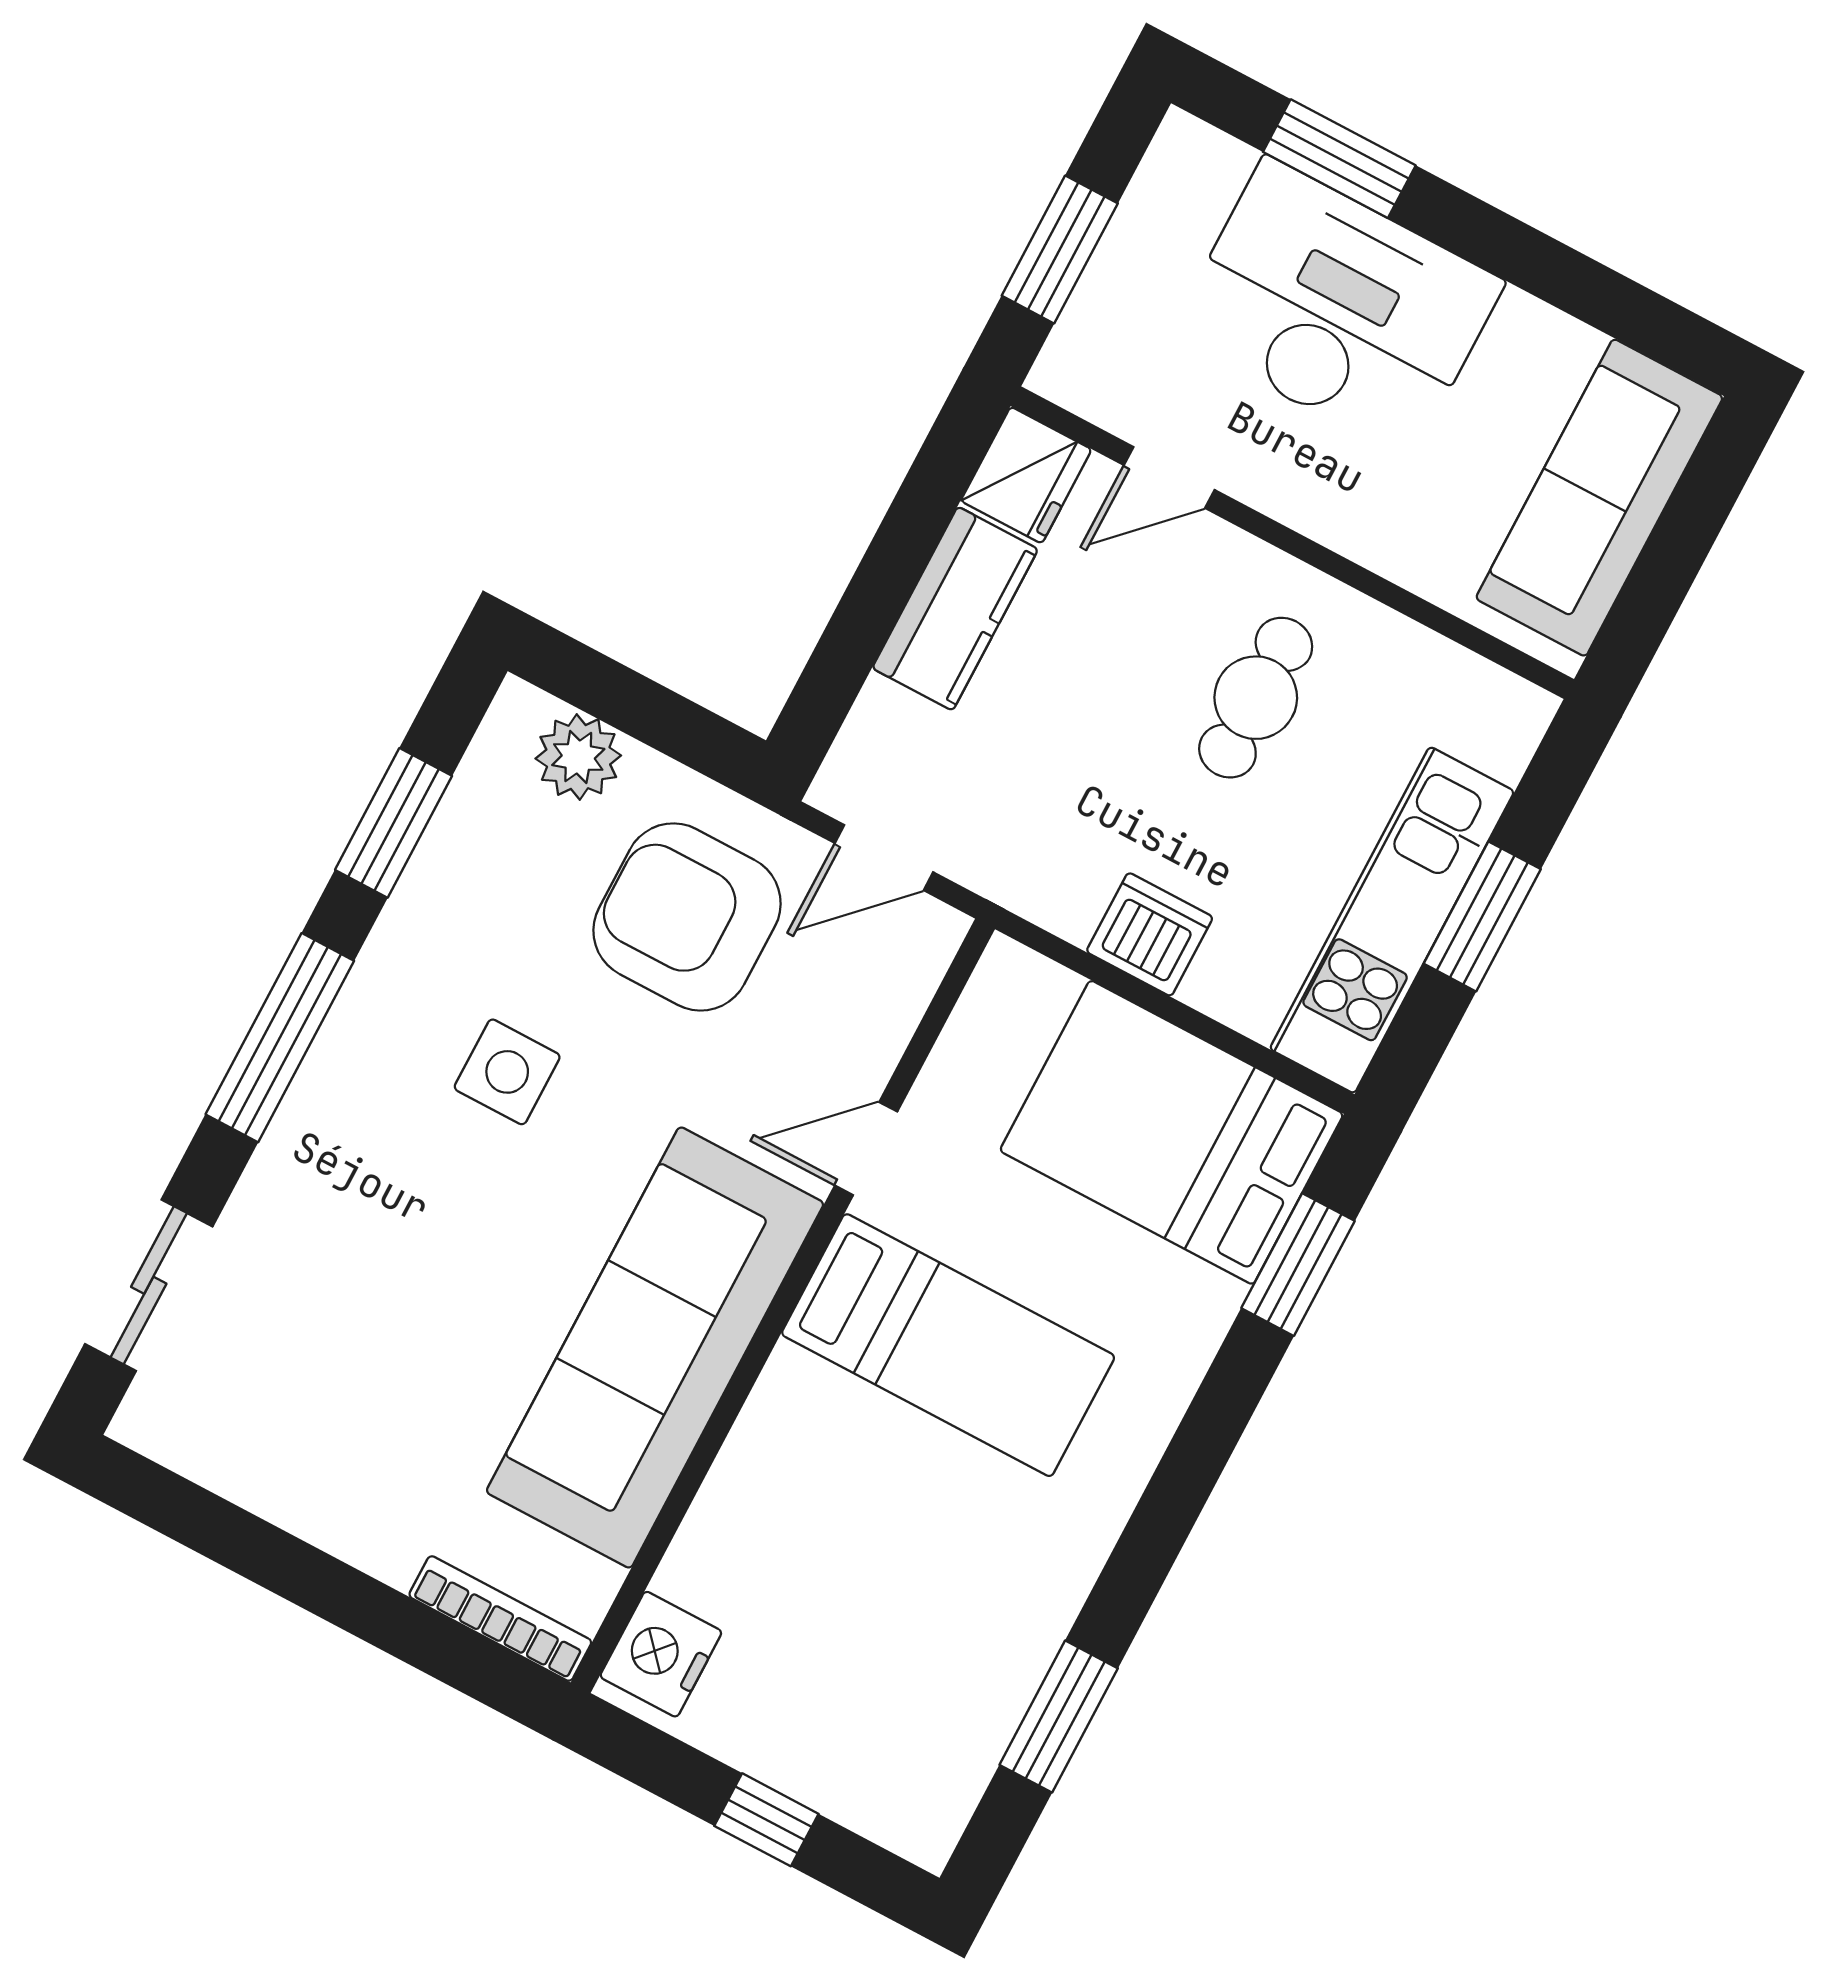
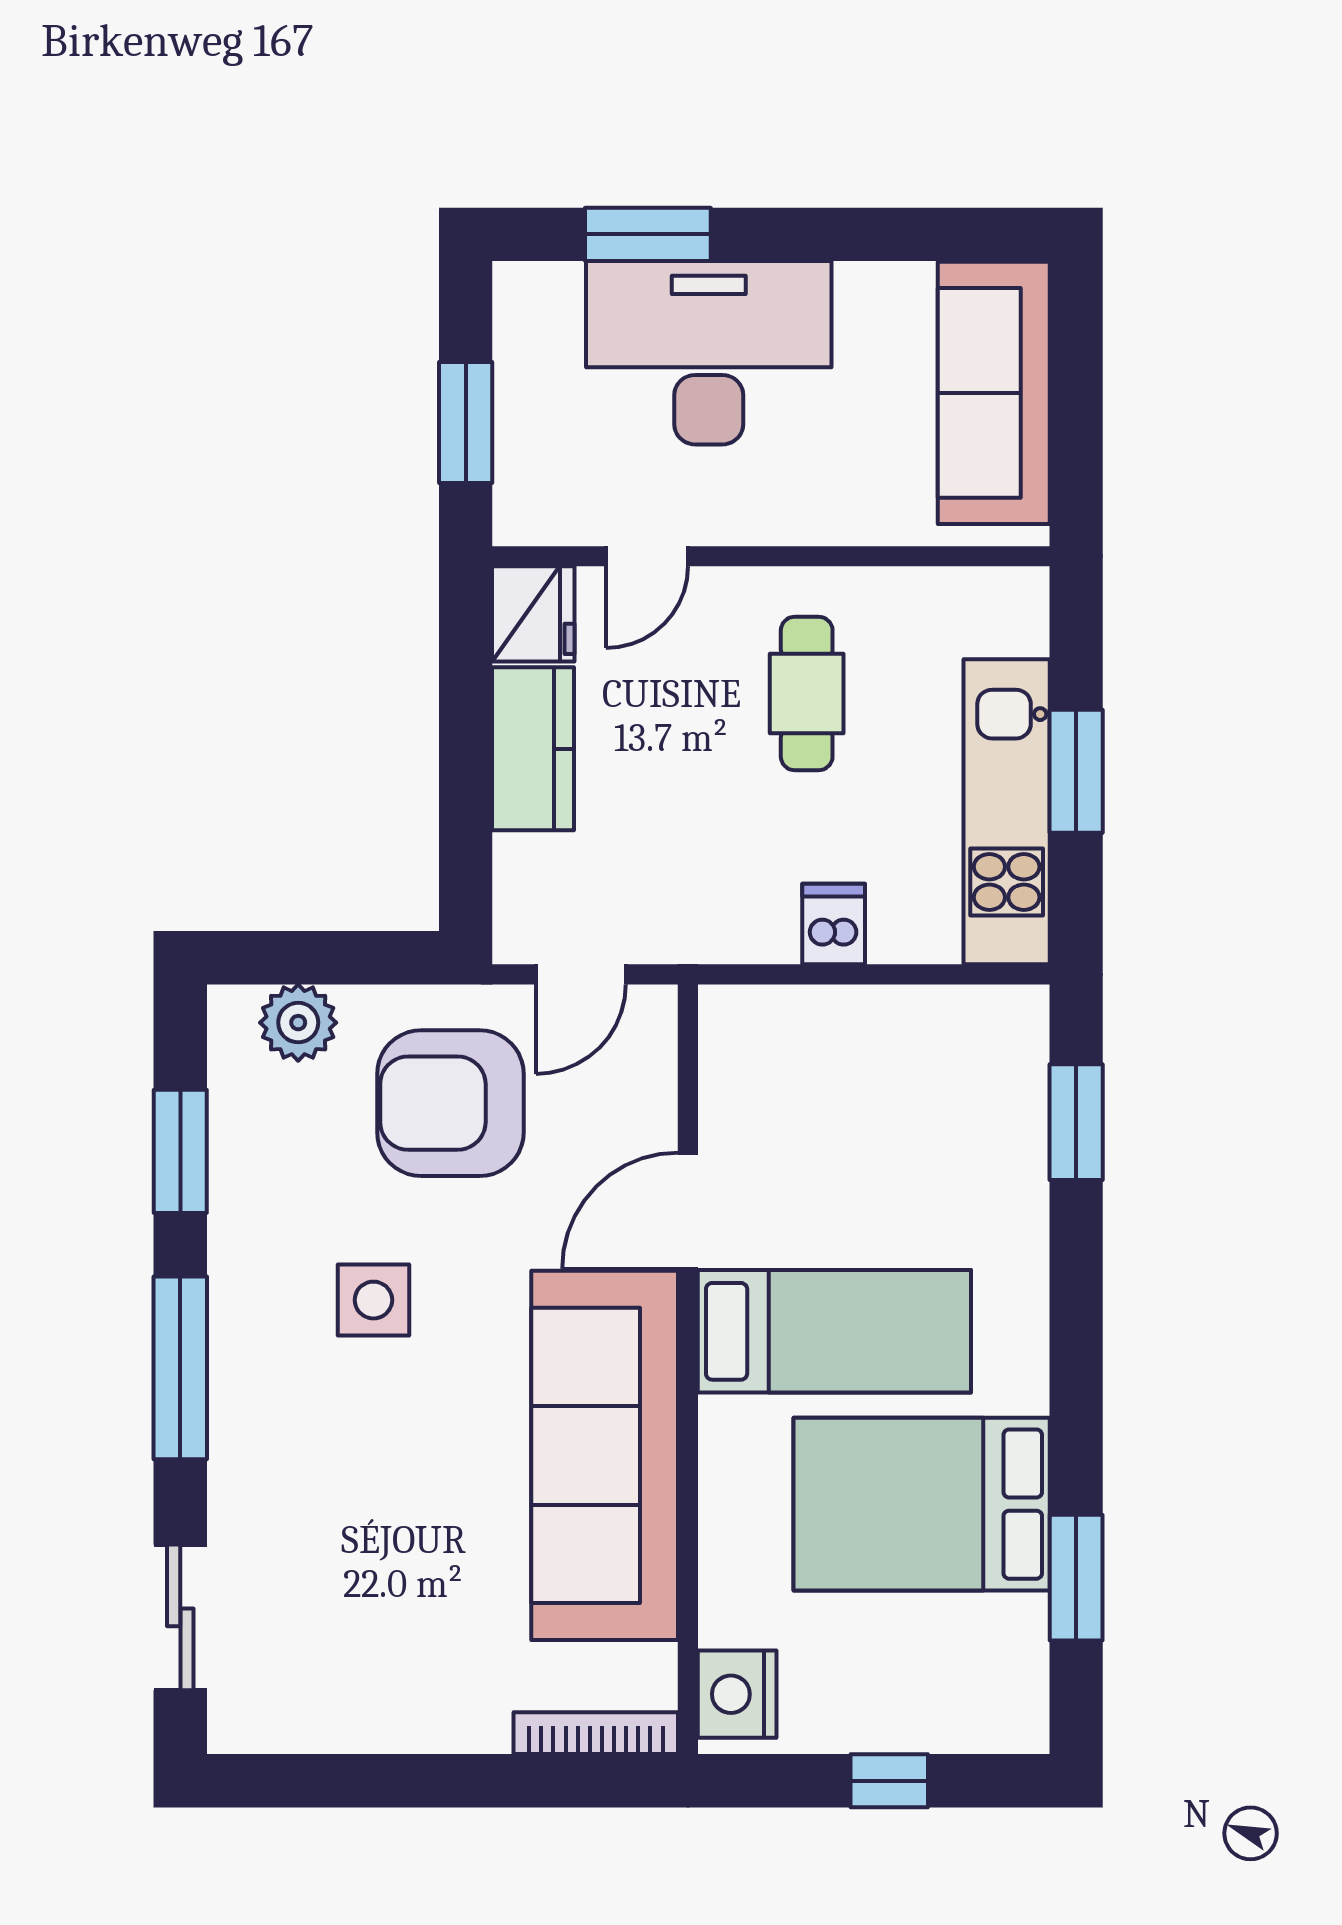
dishwasher: (1150, 934) -> (834, 924), width x0.73
bed: (1172, 1132) -> (922, 1504), moved
door: (866, 1149) -> (688, 1211), width x1.38

